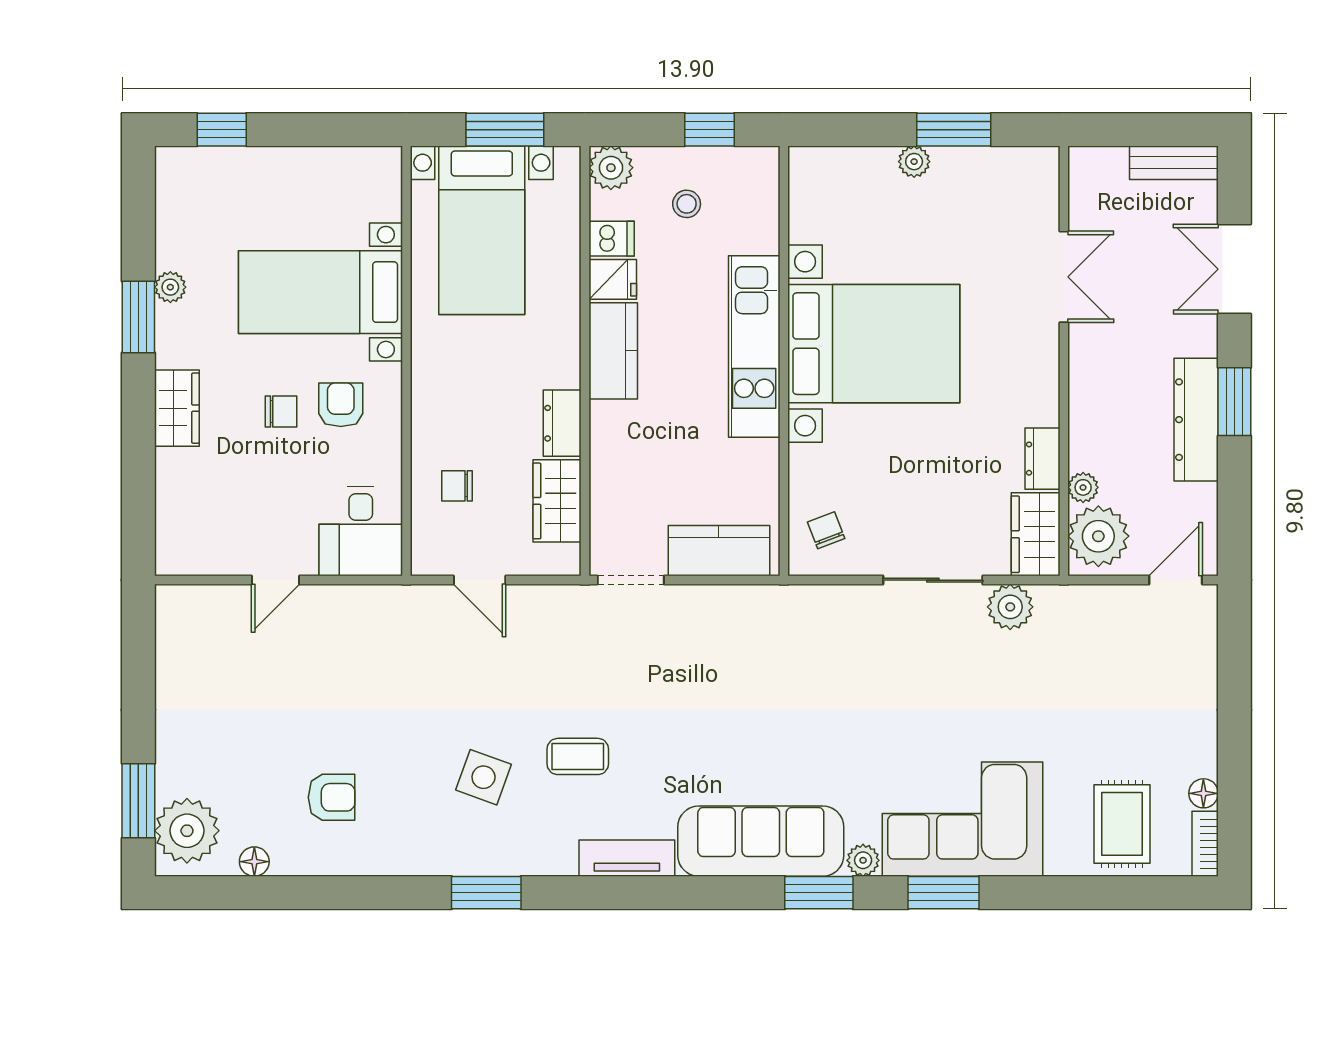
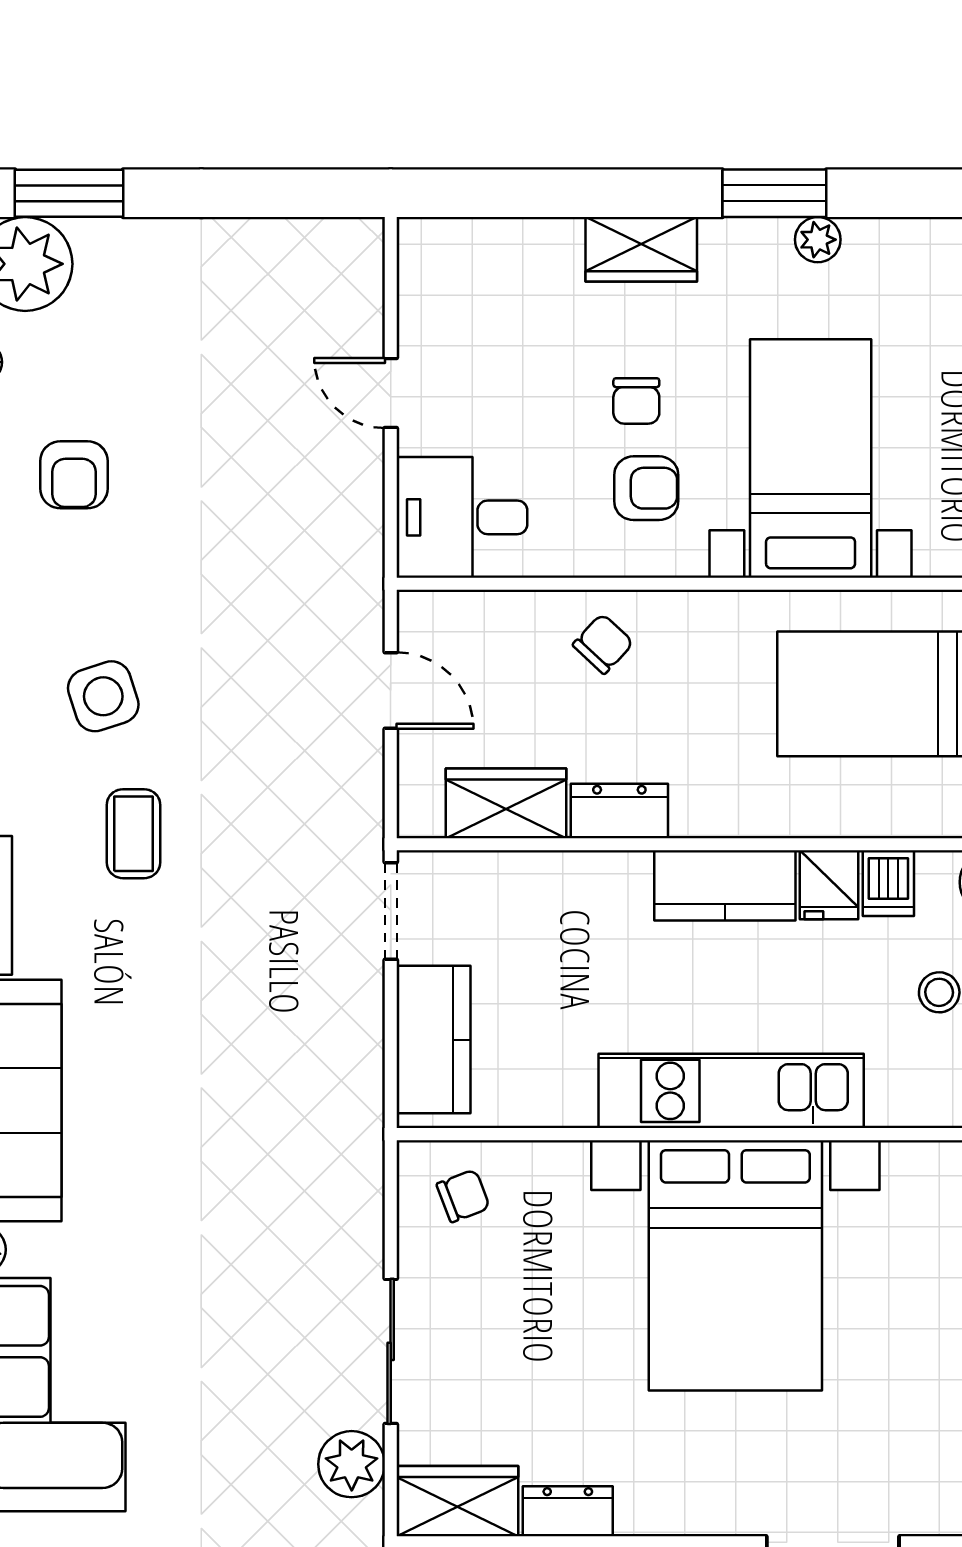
chair: (457, 486) -> (603, 644), moved, turned 43
door: (480, 580) -> (391, 691), swing flipped
side table: (484, 777) -> (103, 696), turned -38

